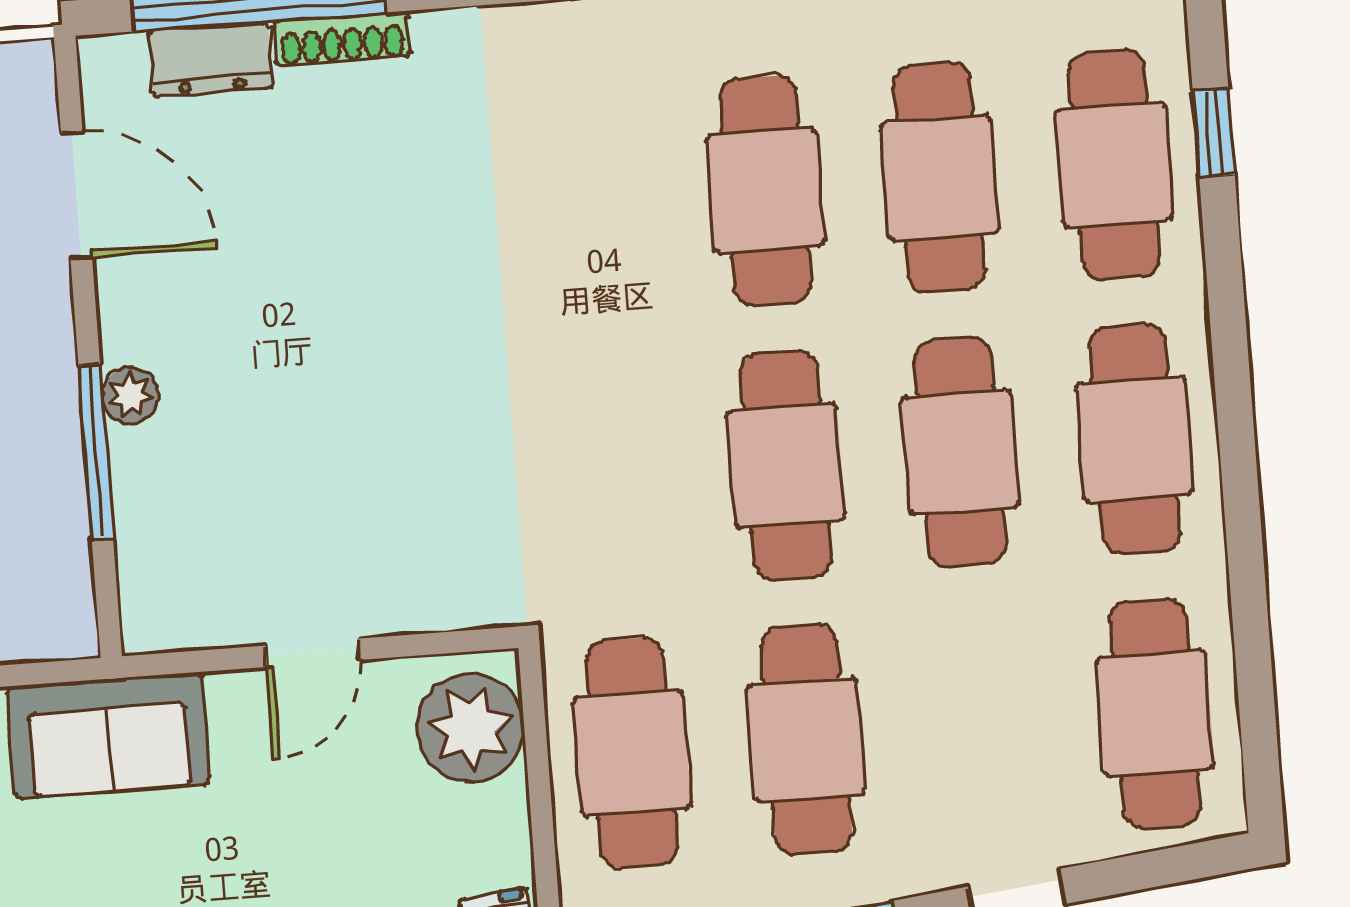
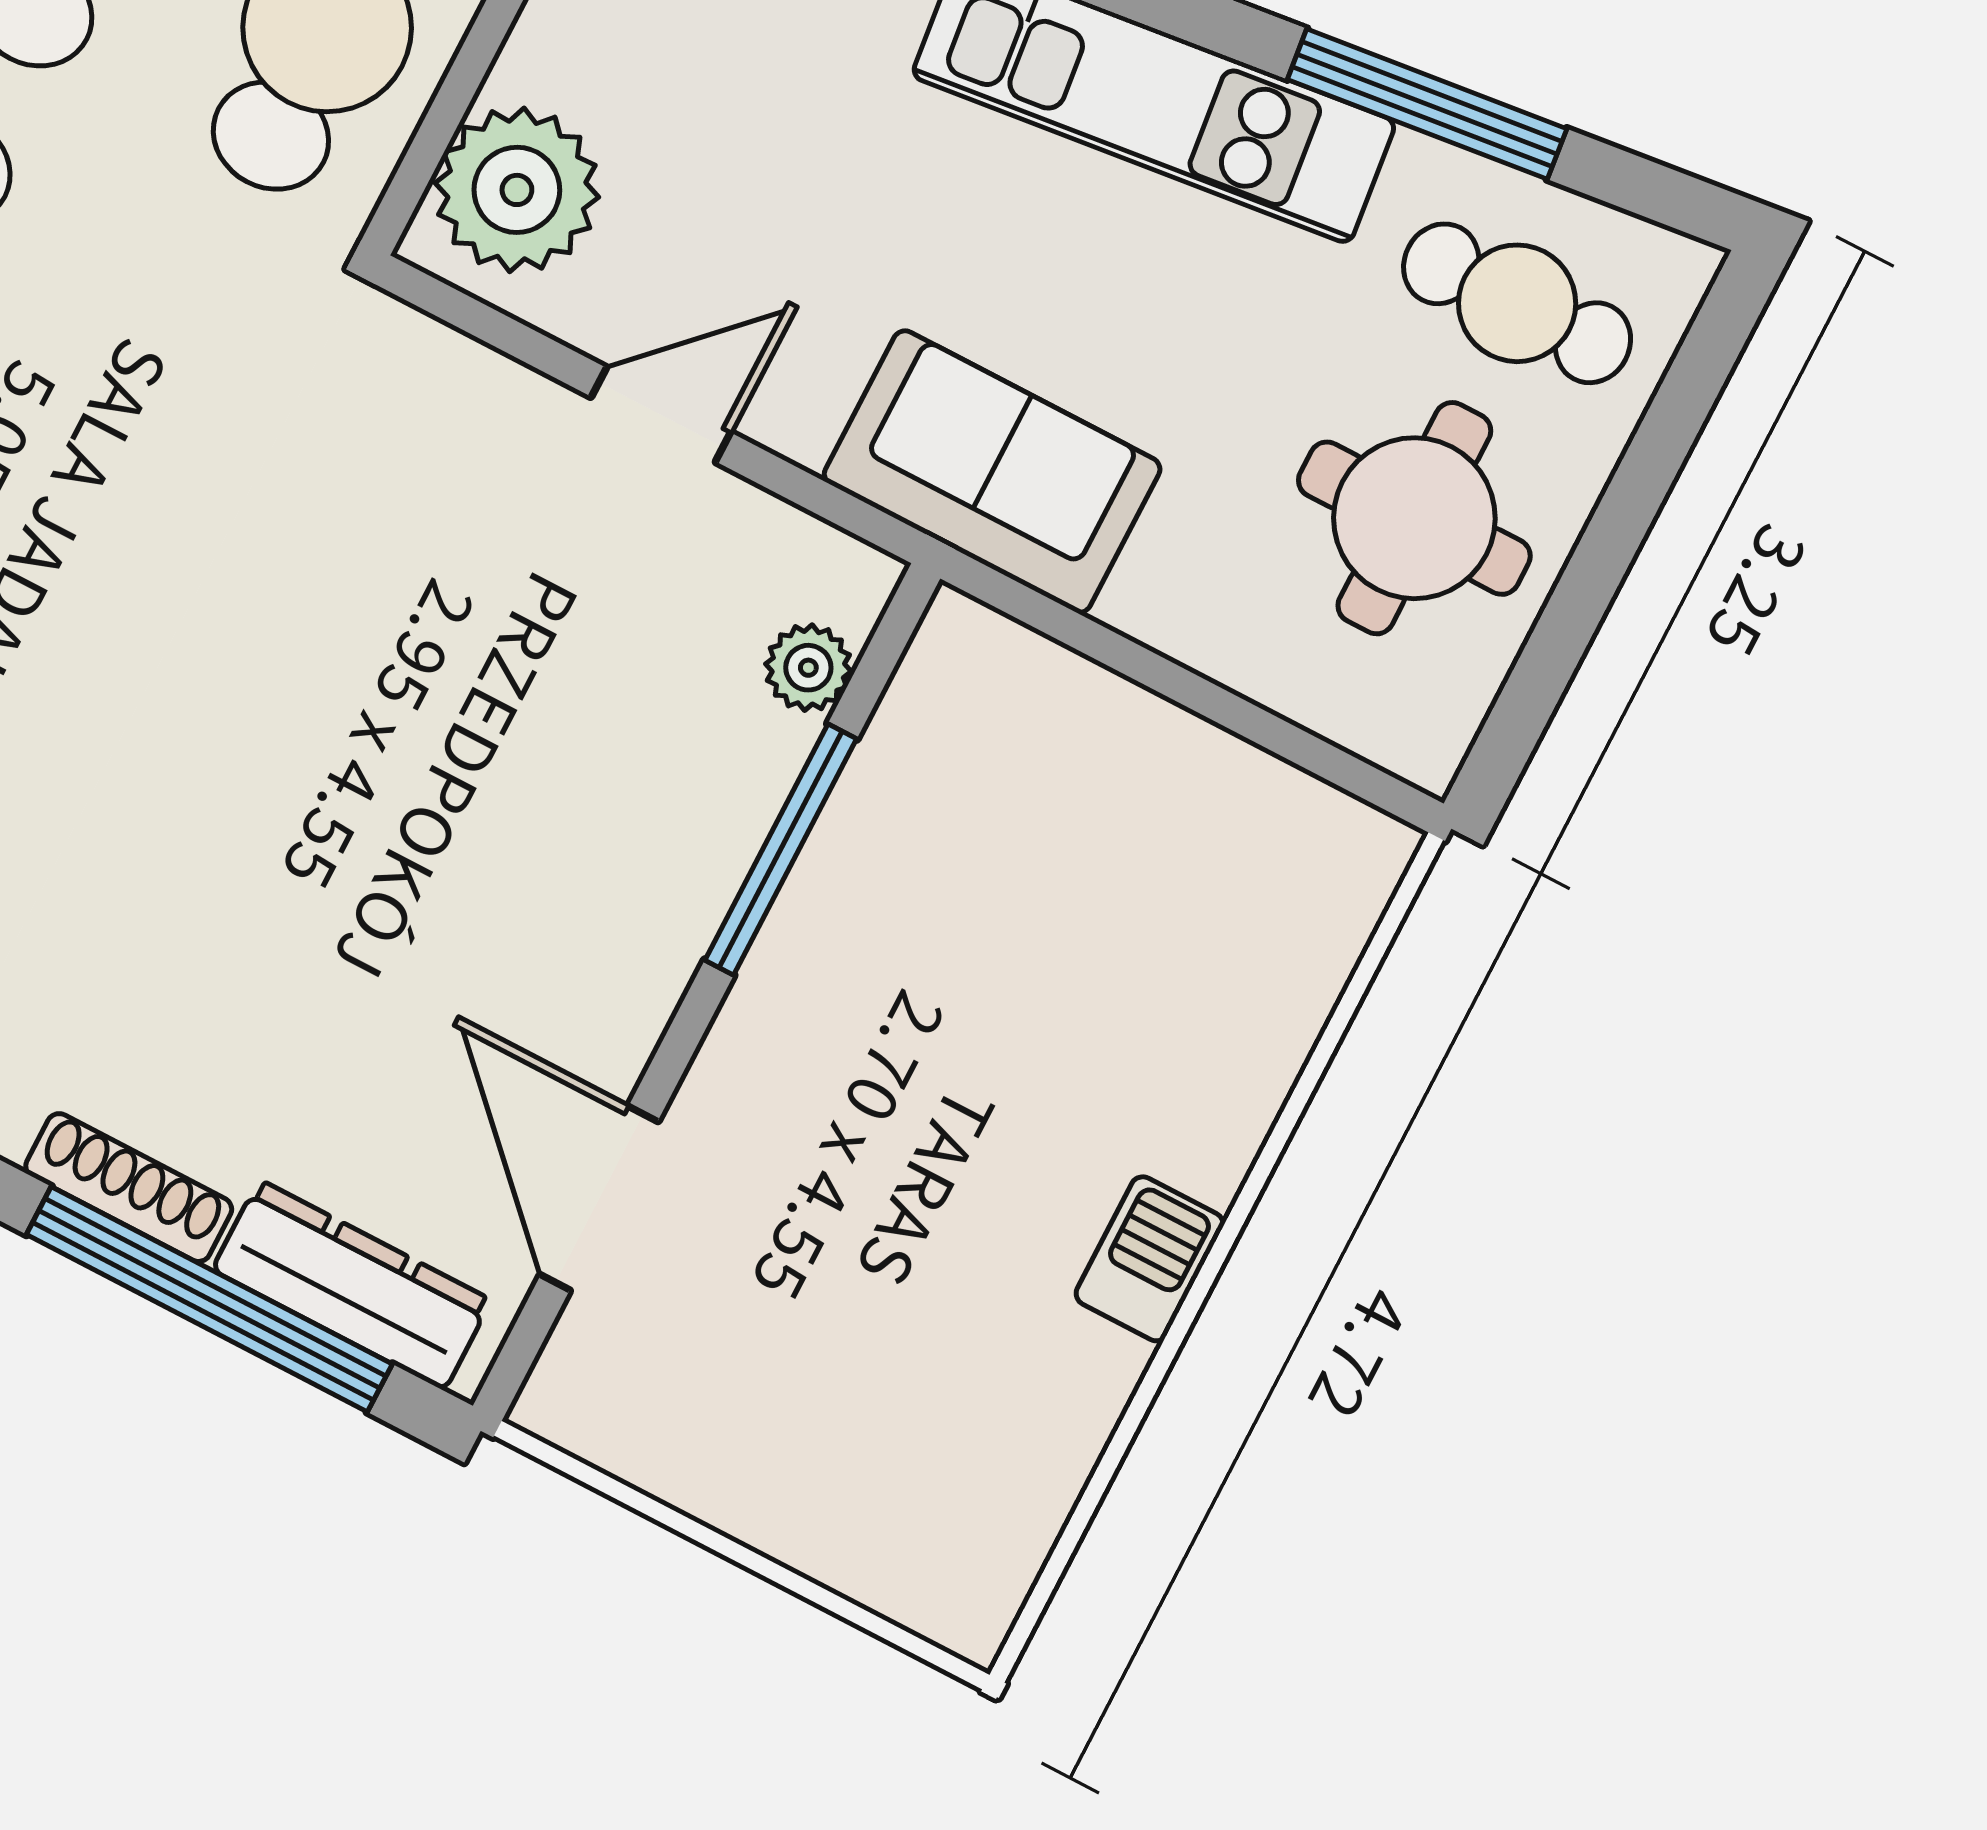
dresser: (210, 59) -> (352, 1285), width x1.44
plant: (131, 395) -> (808, 668), moved

